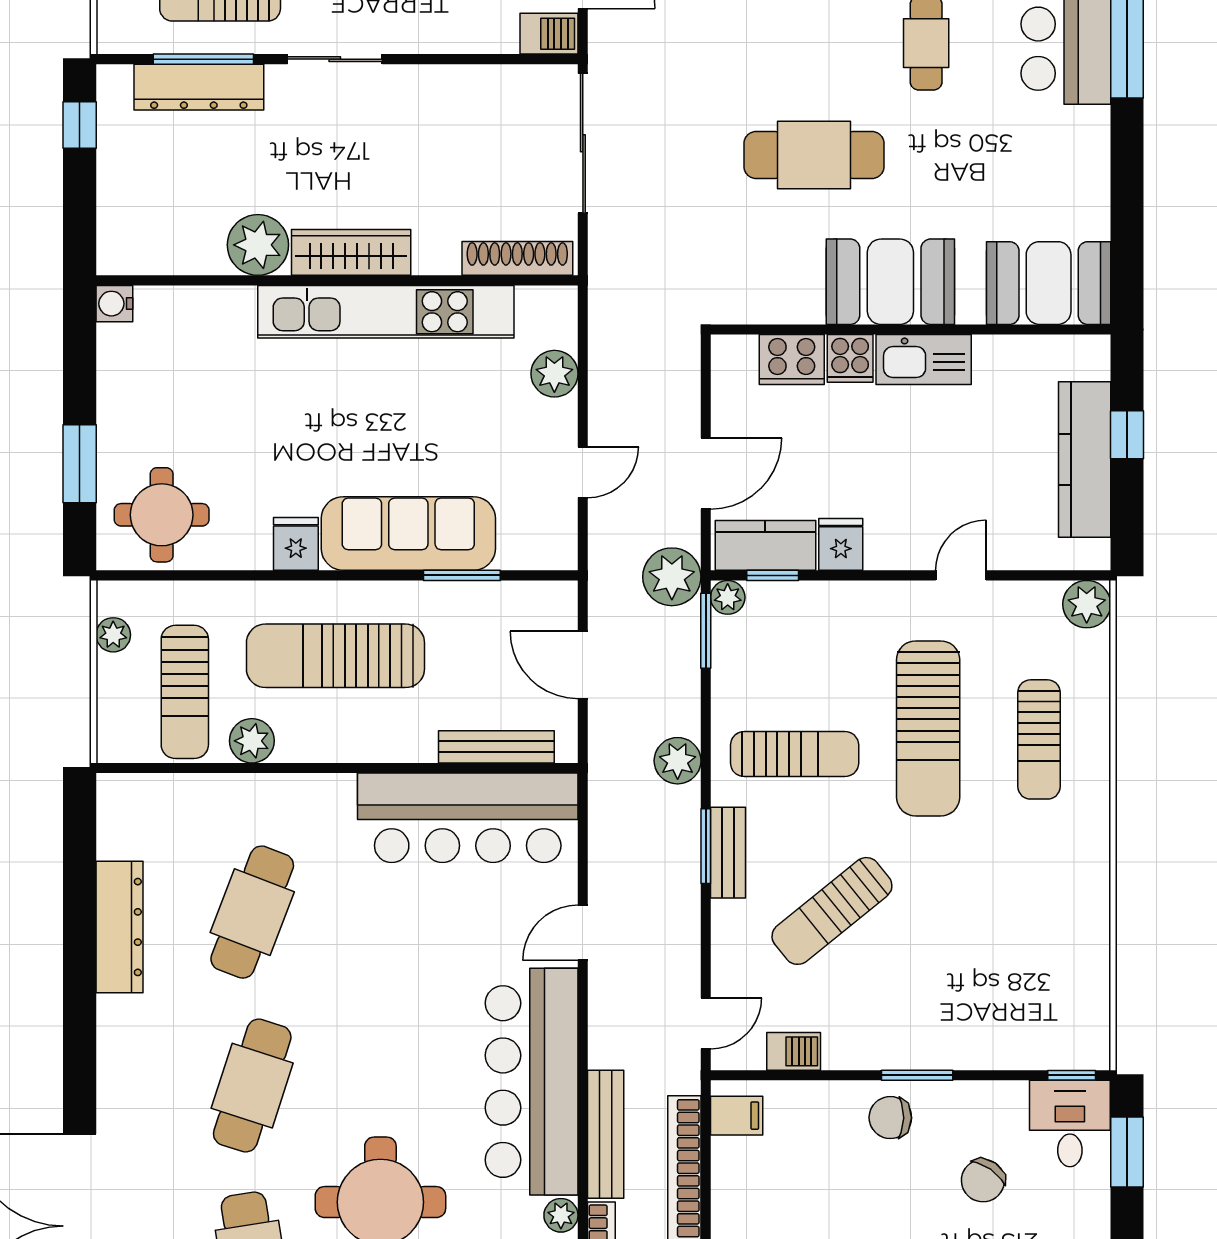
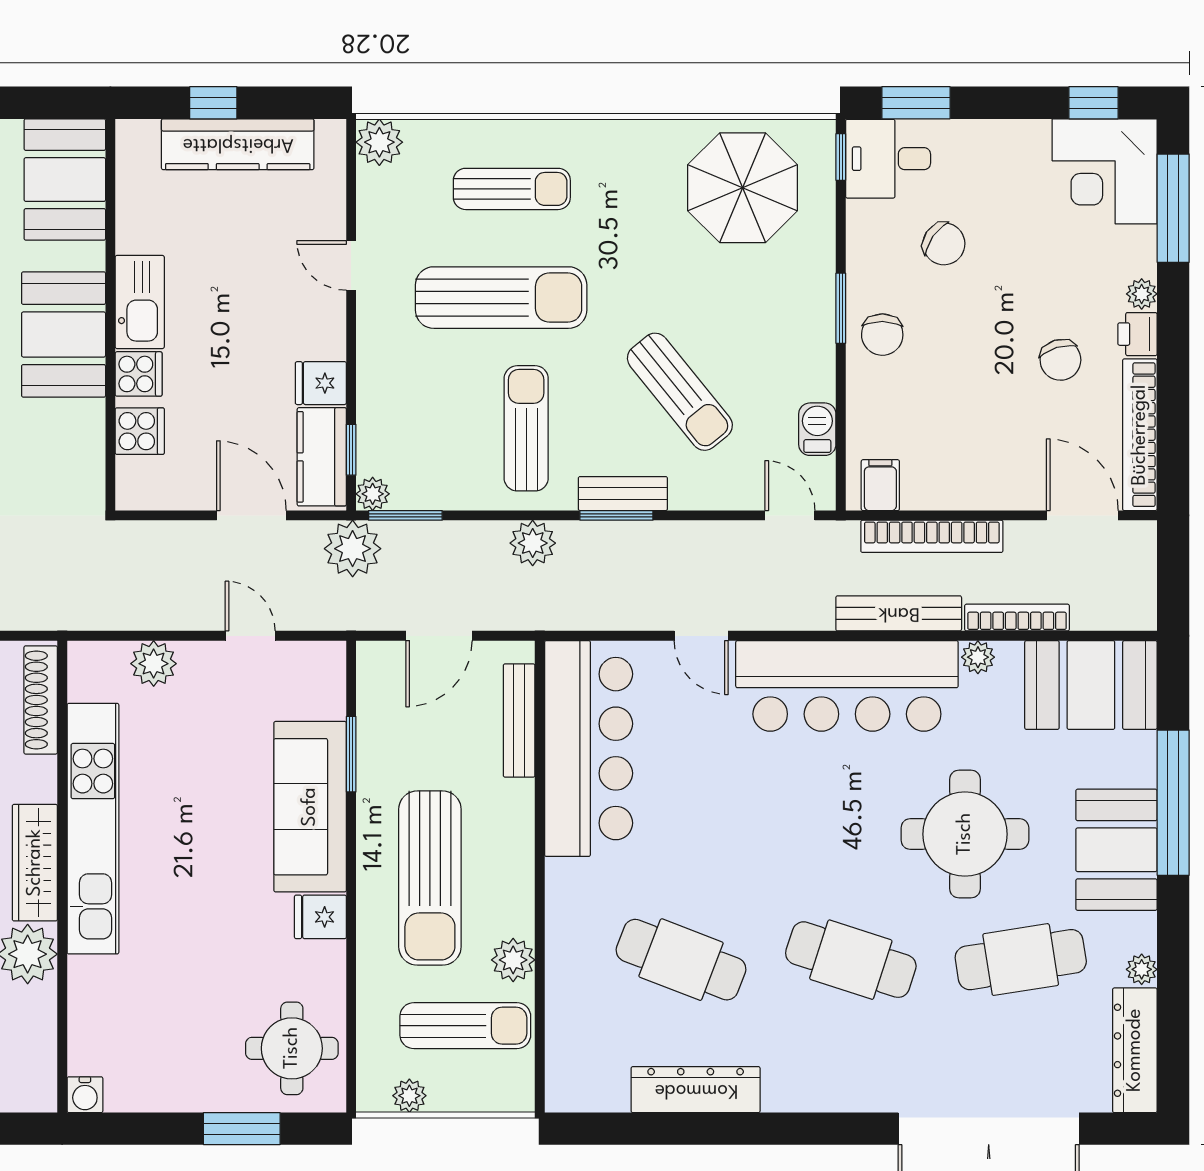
cooker: (792, 360) -> (140, 431), width x0.73
parasol: (1040, 975) -> (743, 188), added

